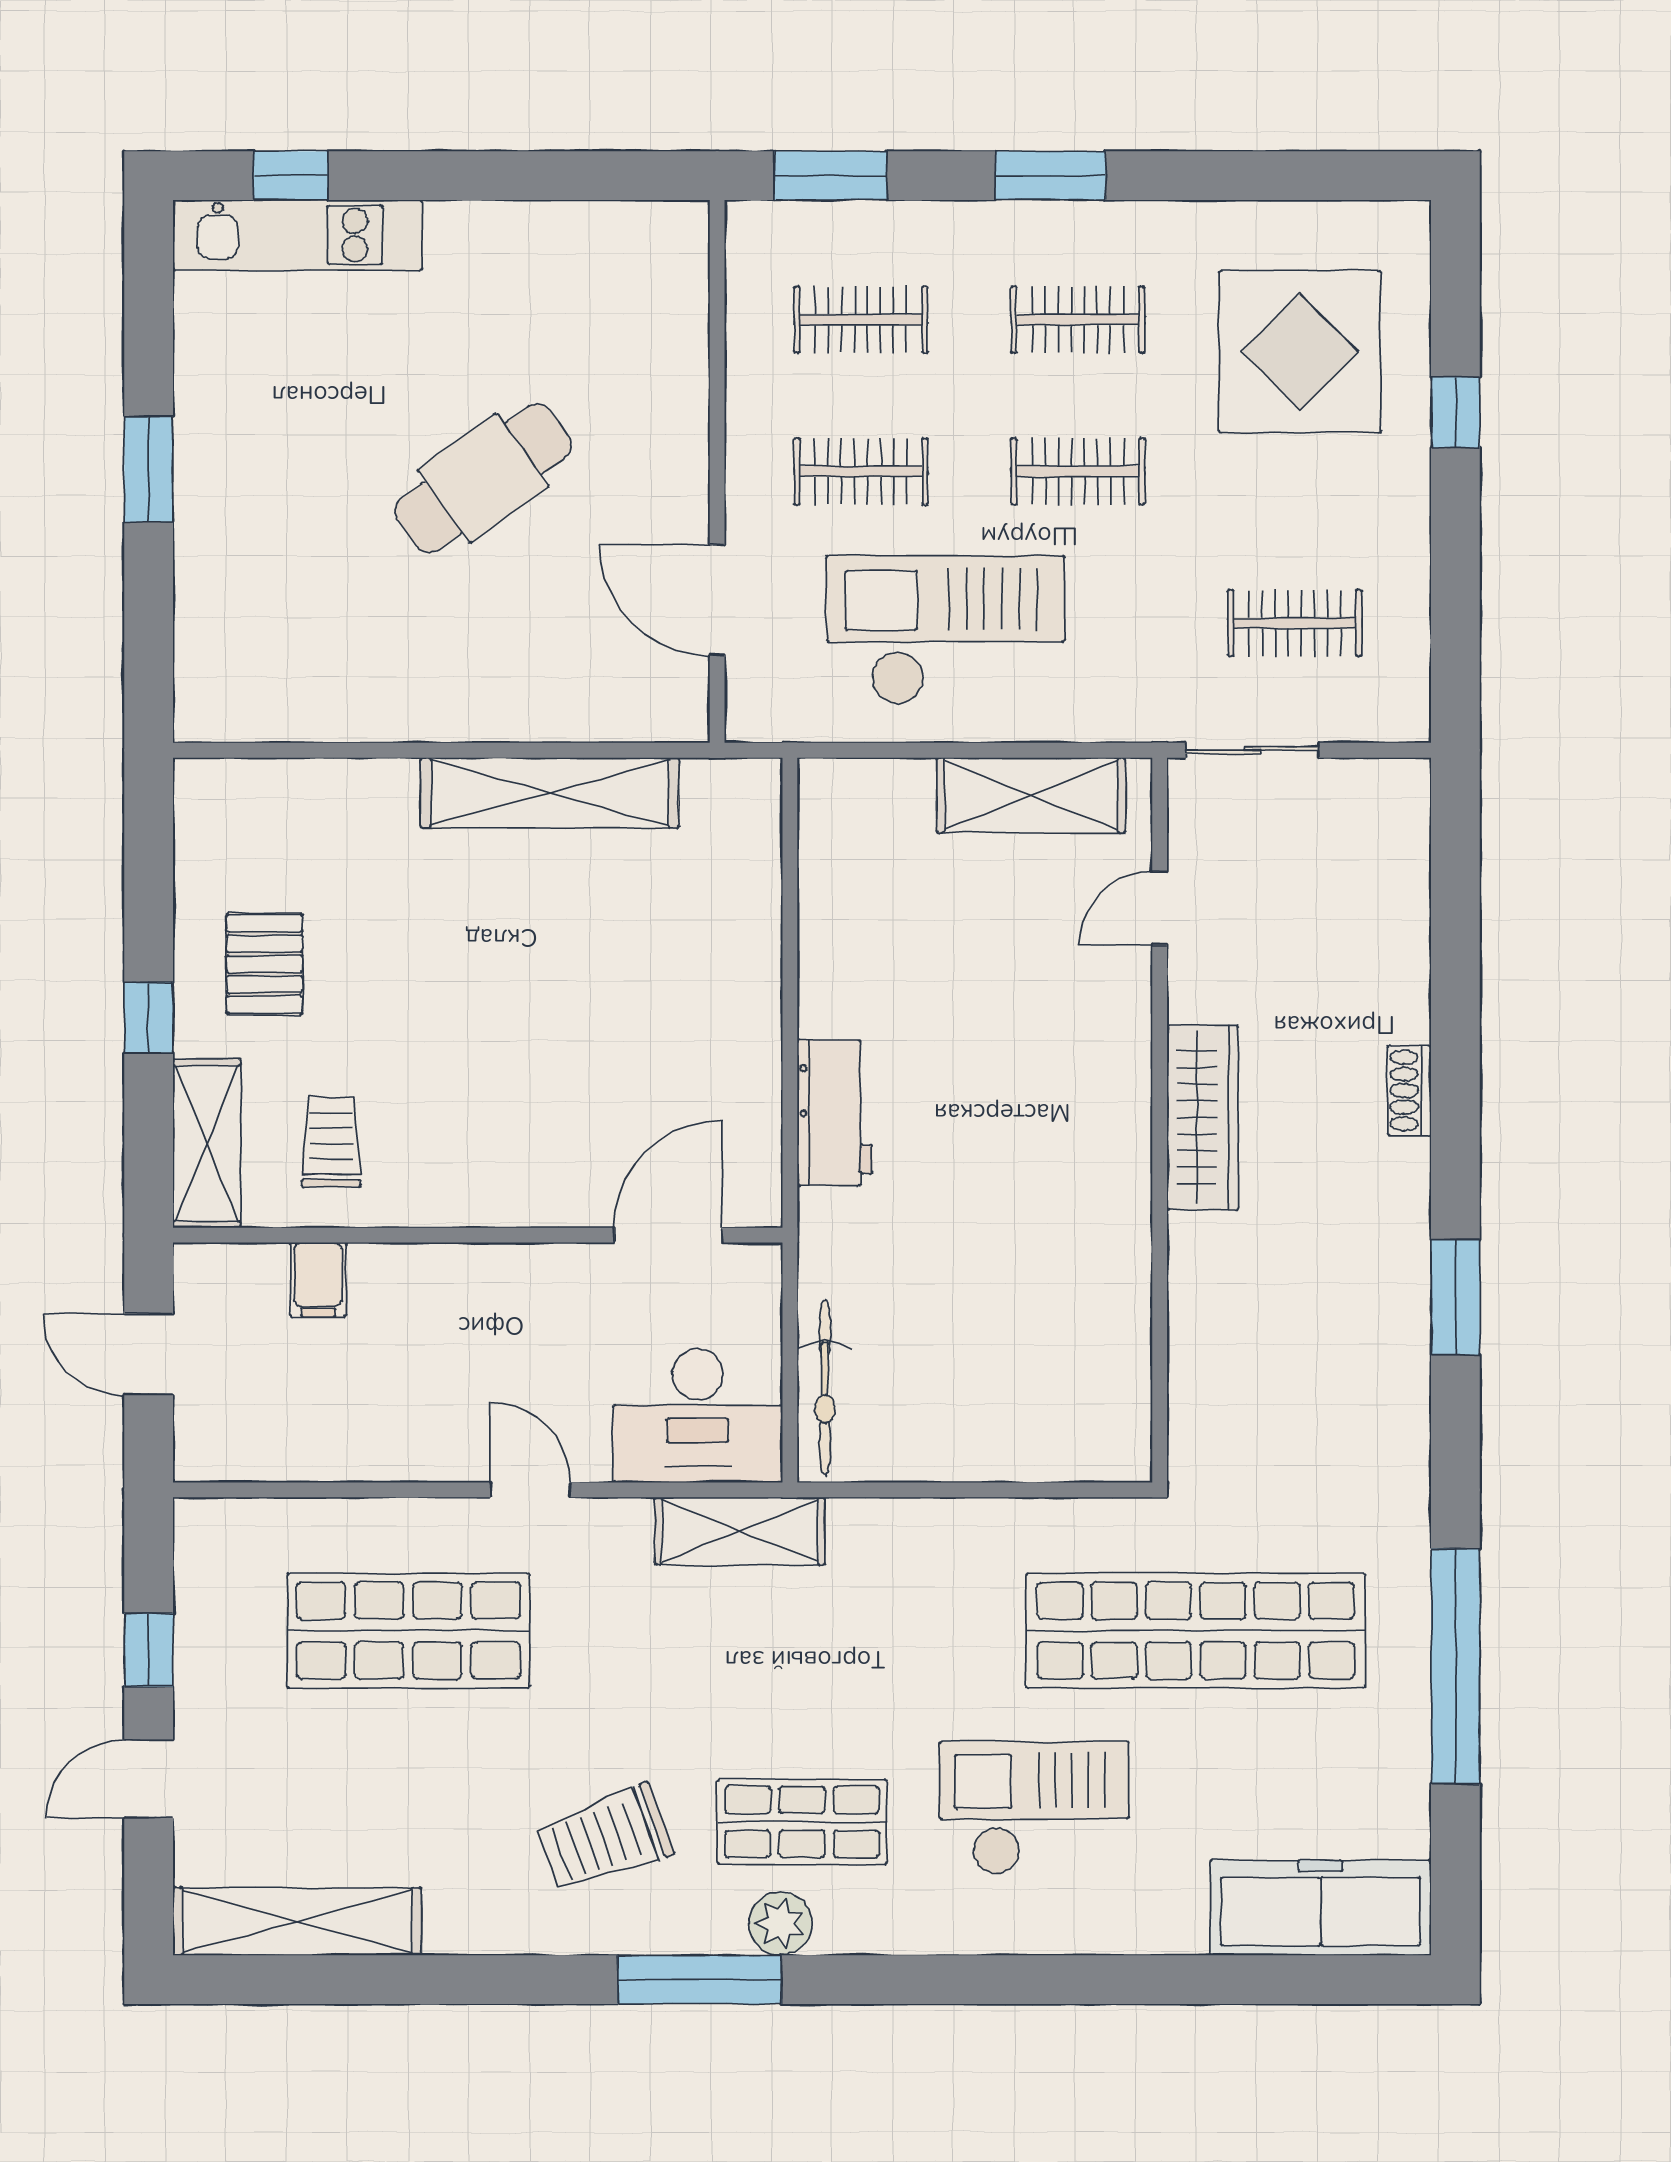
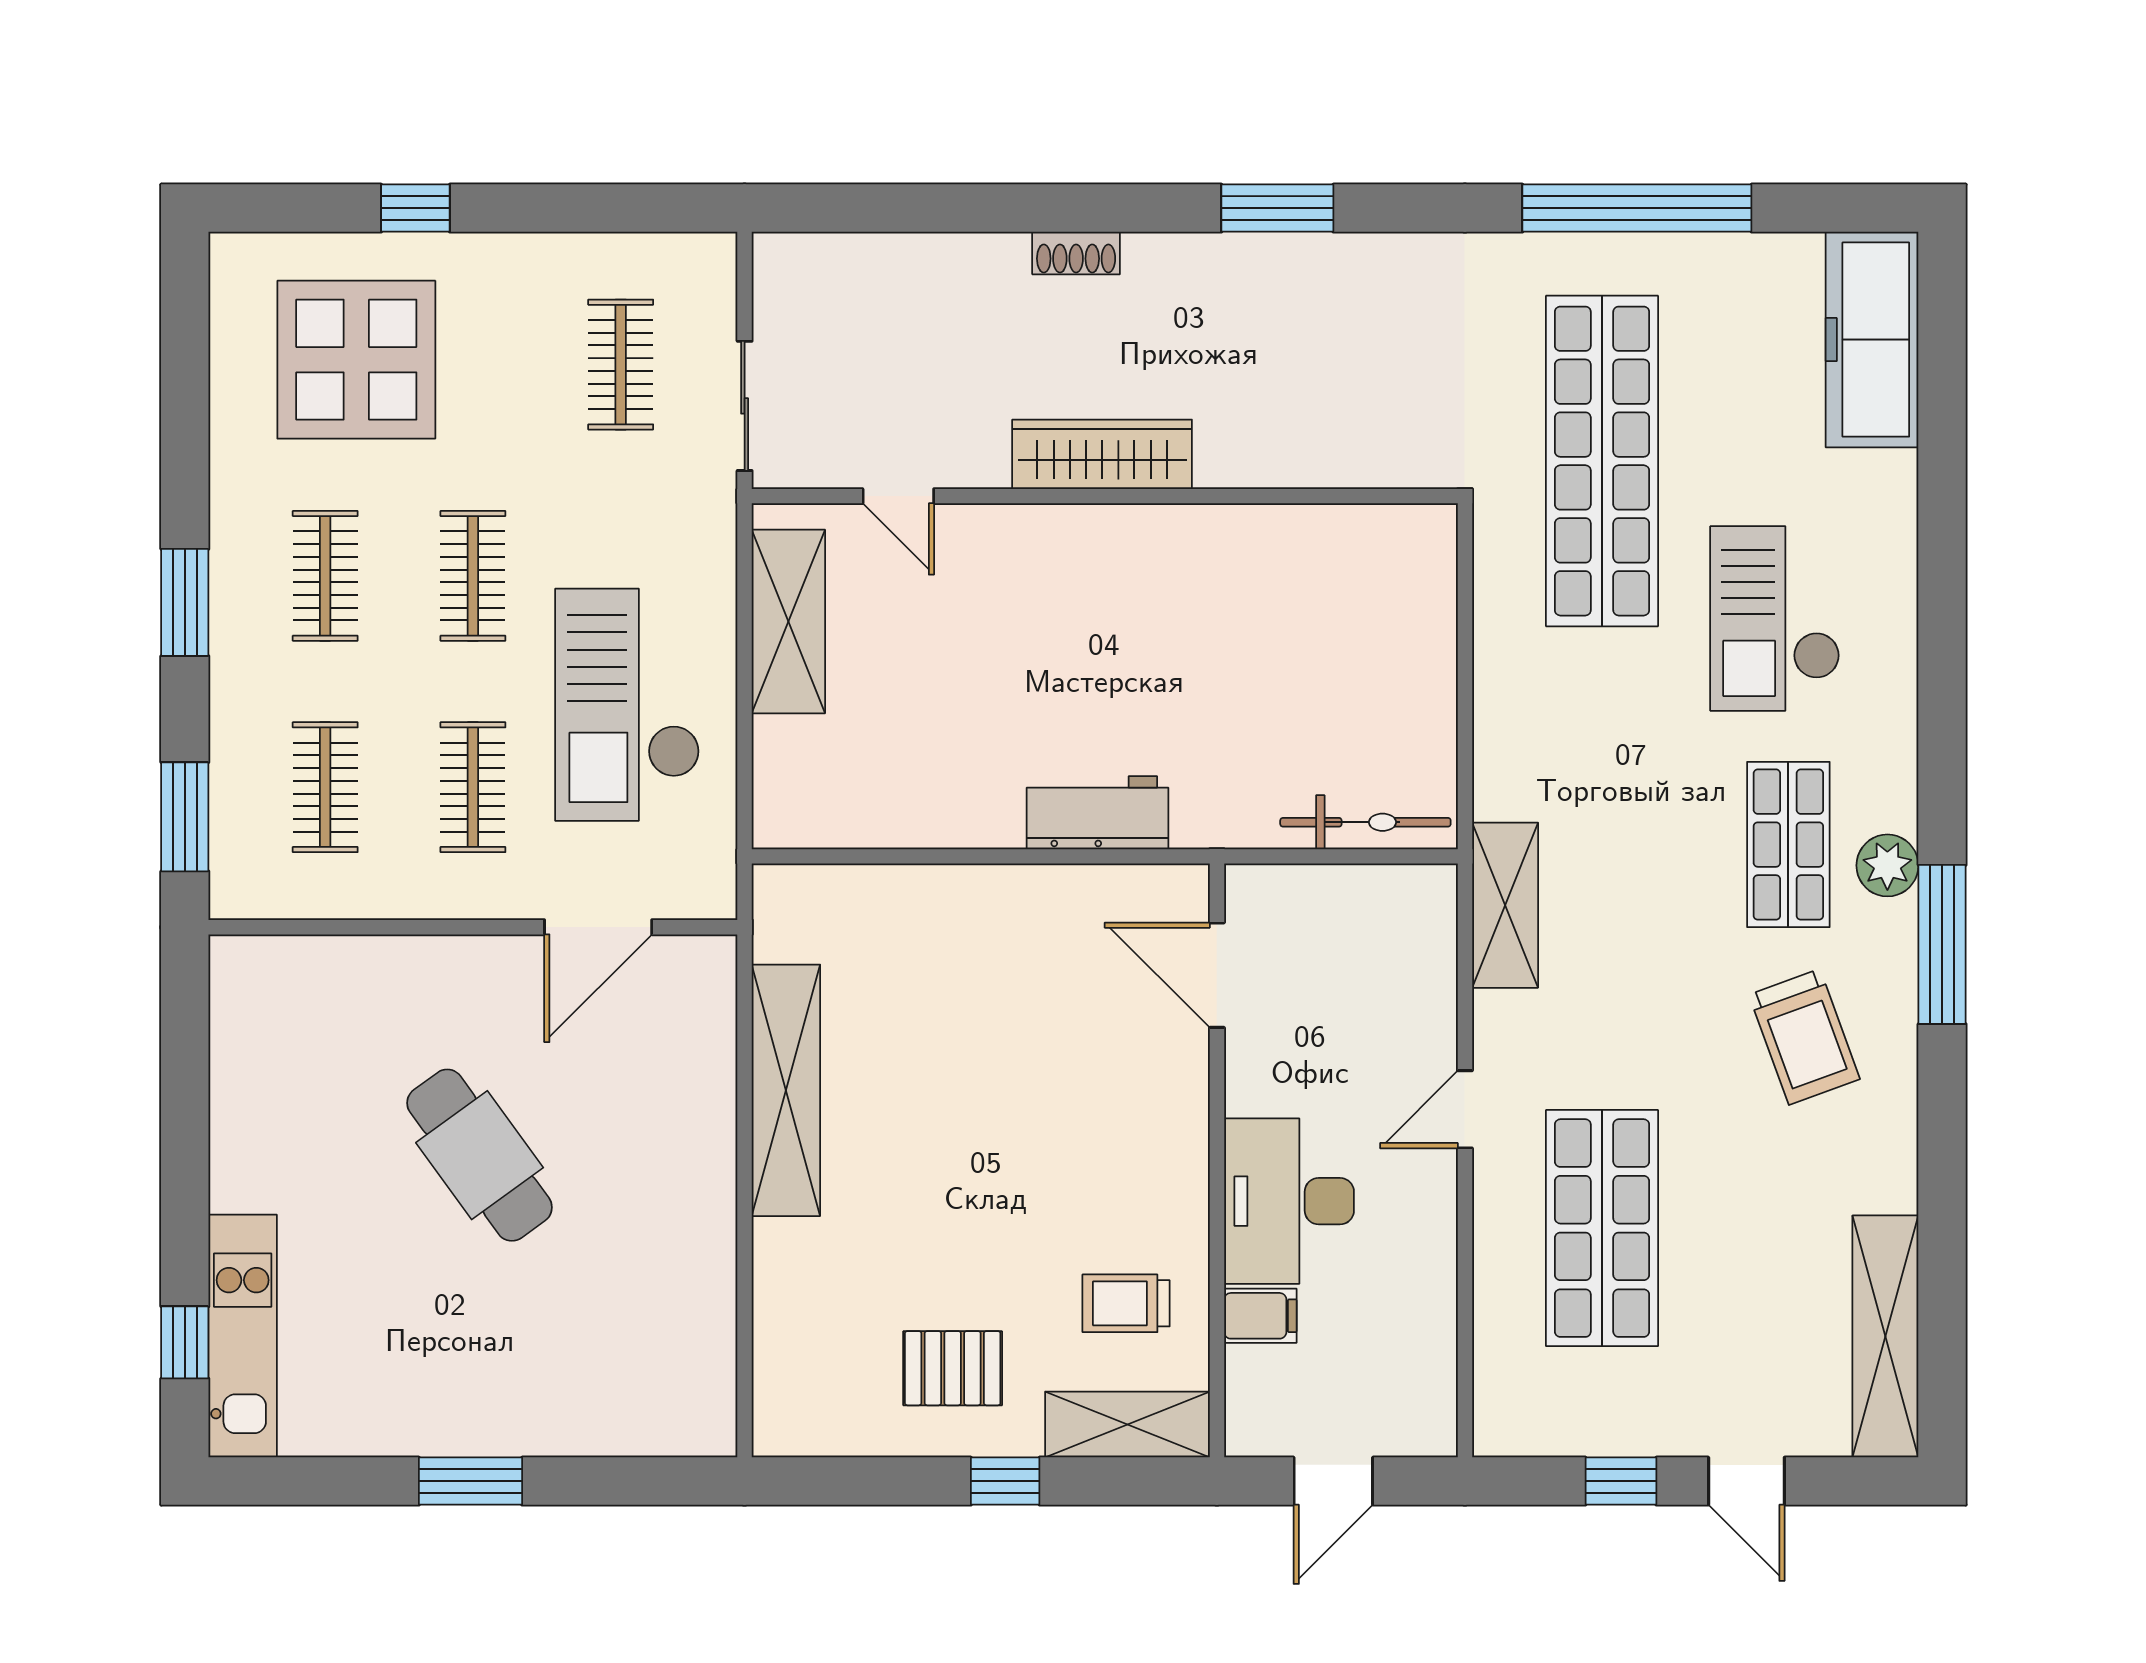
desk: (698, 1416) -> (1289, 1201), moved, turned 180

